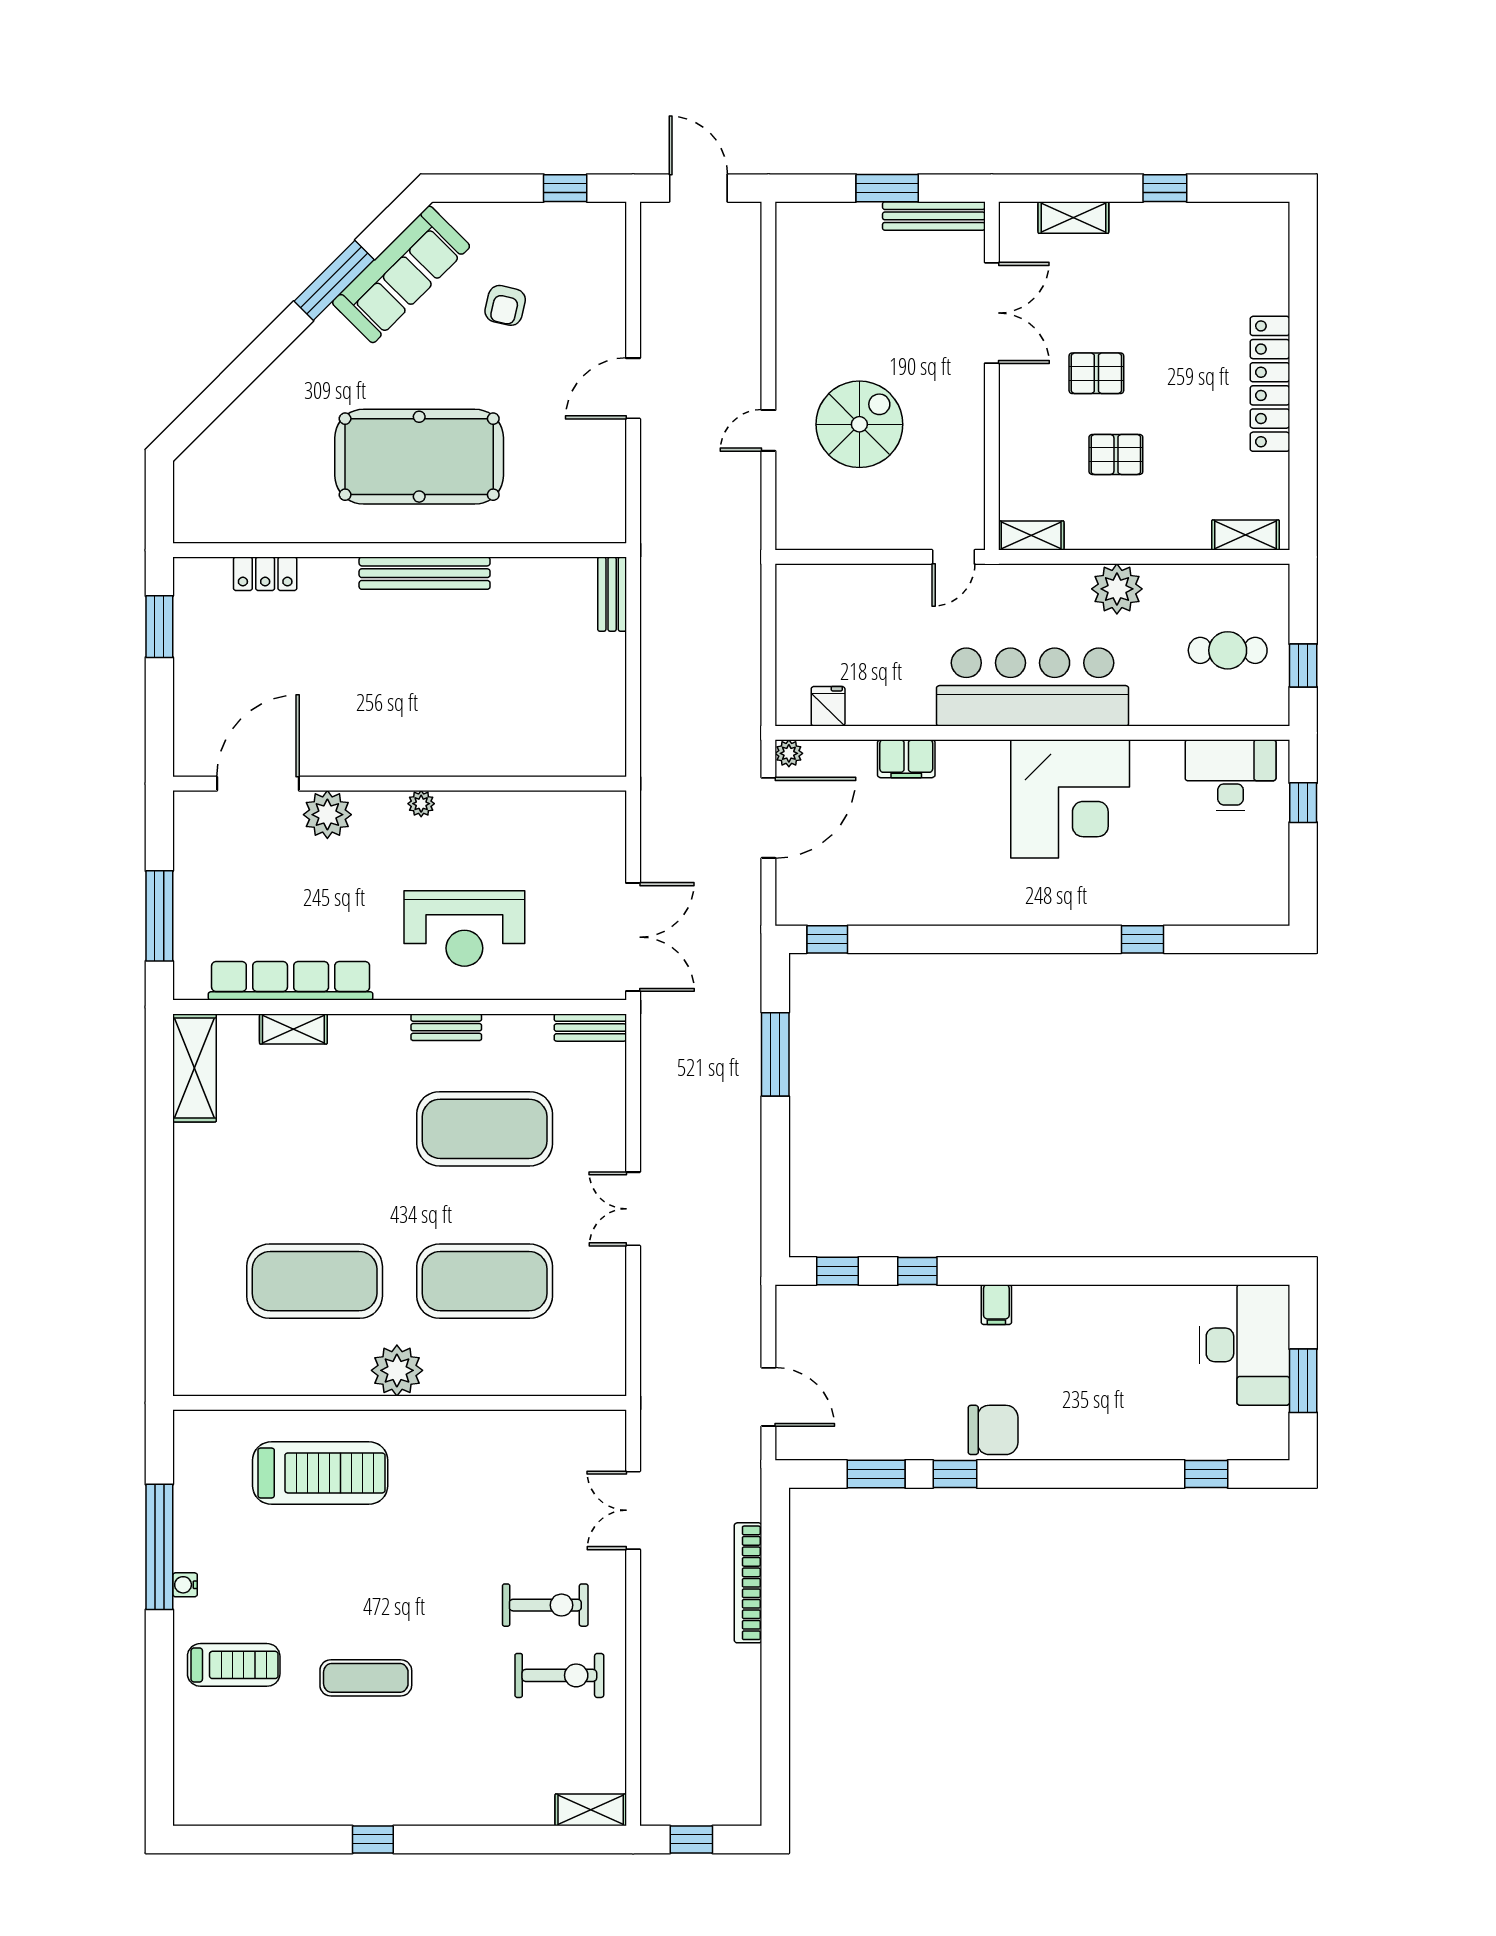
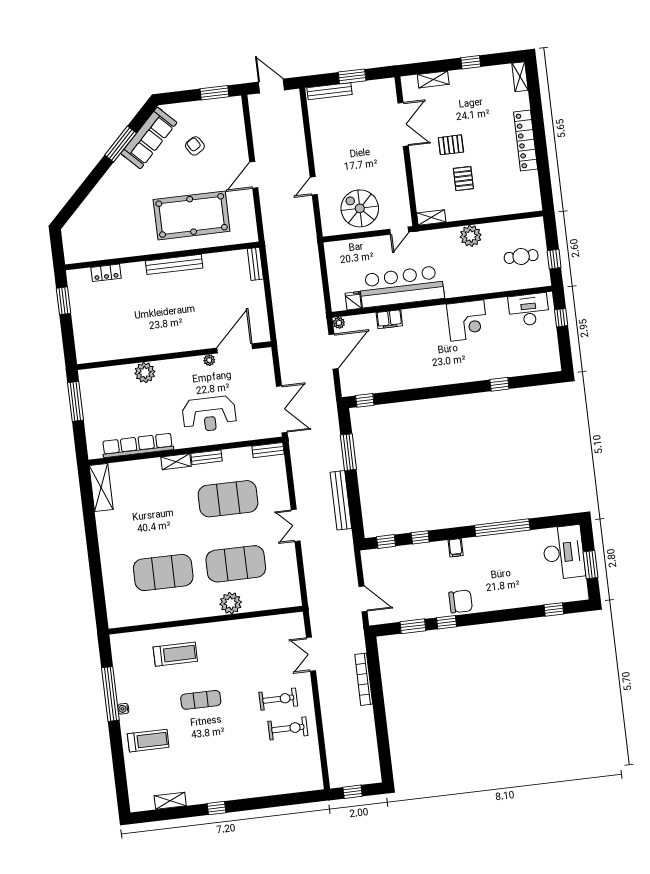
window: (565, 188) -> (215, 93), width x1.50
bench: (934, 216) -> (329, 91), moved
armchair: (505, 305) -> (195, 146), turned 135
spiral stairs: (859, 424) -> (360, 208), moved, turned -90
pallet: (1116, 454) -> (463, 179), turned 90
pool table: (419, 457) -> (192, 215), moved
shelving: (1246, 535) -> (520, 77), moved, turned 90
bar counter: (1033, 687) -> (402, 287), moved
door: (258, 784) -> (235, 348), moved
corner desk: (1070, 799) -> (467, 320), width x0.74, depth x0.74
plant: (421, 804) -> (209, 360), moved
window: (159, 916) -> (76, 401), moved
shelving: (293, 1029) -> (176, 462), moved
bench: (745, 1163) -> (341, 500), added
window: (1110, 1271) -> (502, 528), added
plant: (397, 1370) -> (231, 603), moved
treadmill: (320, 1473) -> (175, 654), width x0.73, depth x0.73
exercise mat: (366, 1678) -> (201, 700), moved
shelving: (591, 1810) -> (170, 801), moved

